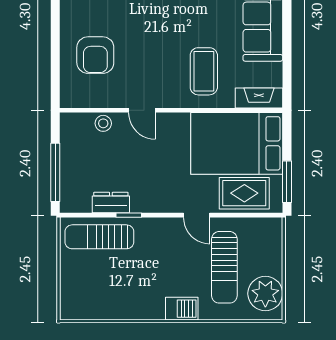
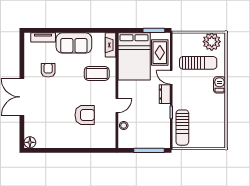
armchair: (95, 55) -> (85, 115), moved
dresser: (111, 203) -> (165, 94), moved
door: (197, 215) -> (171, 77), swing flipped

